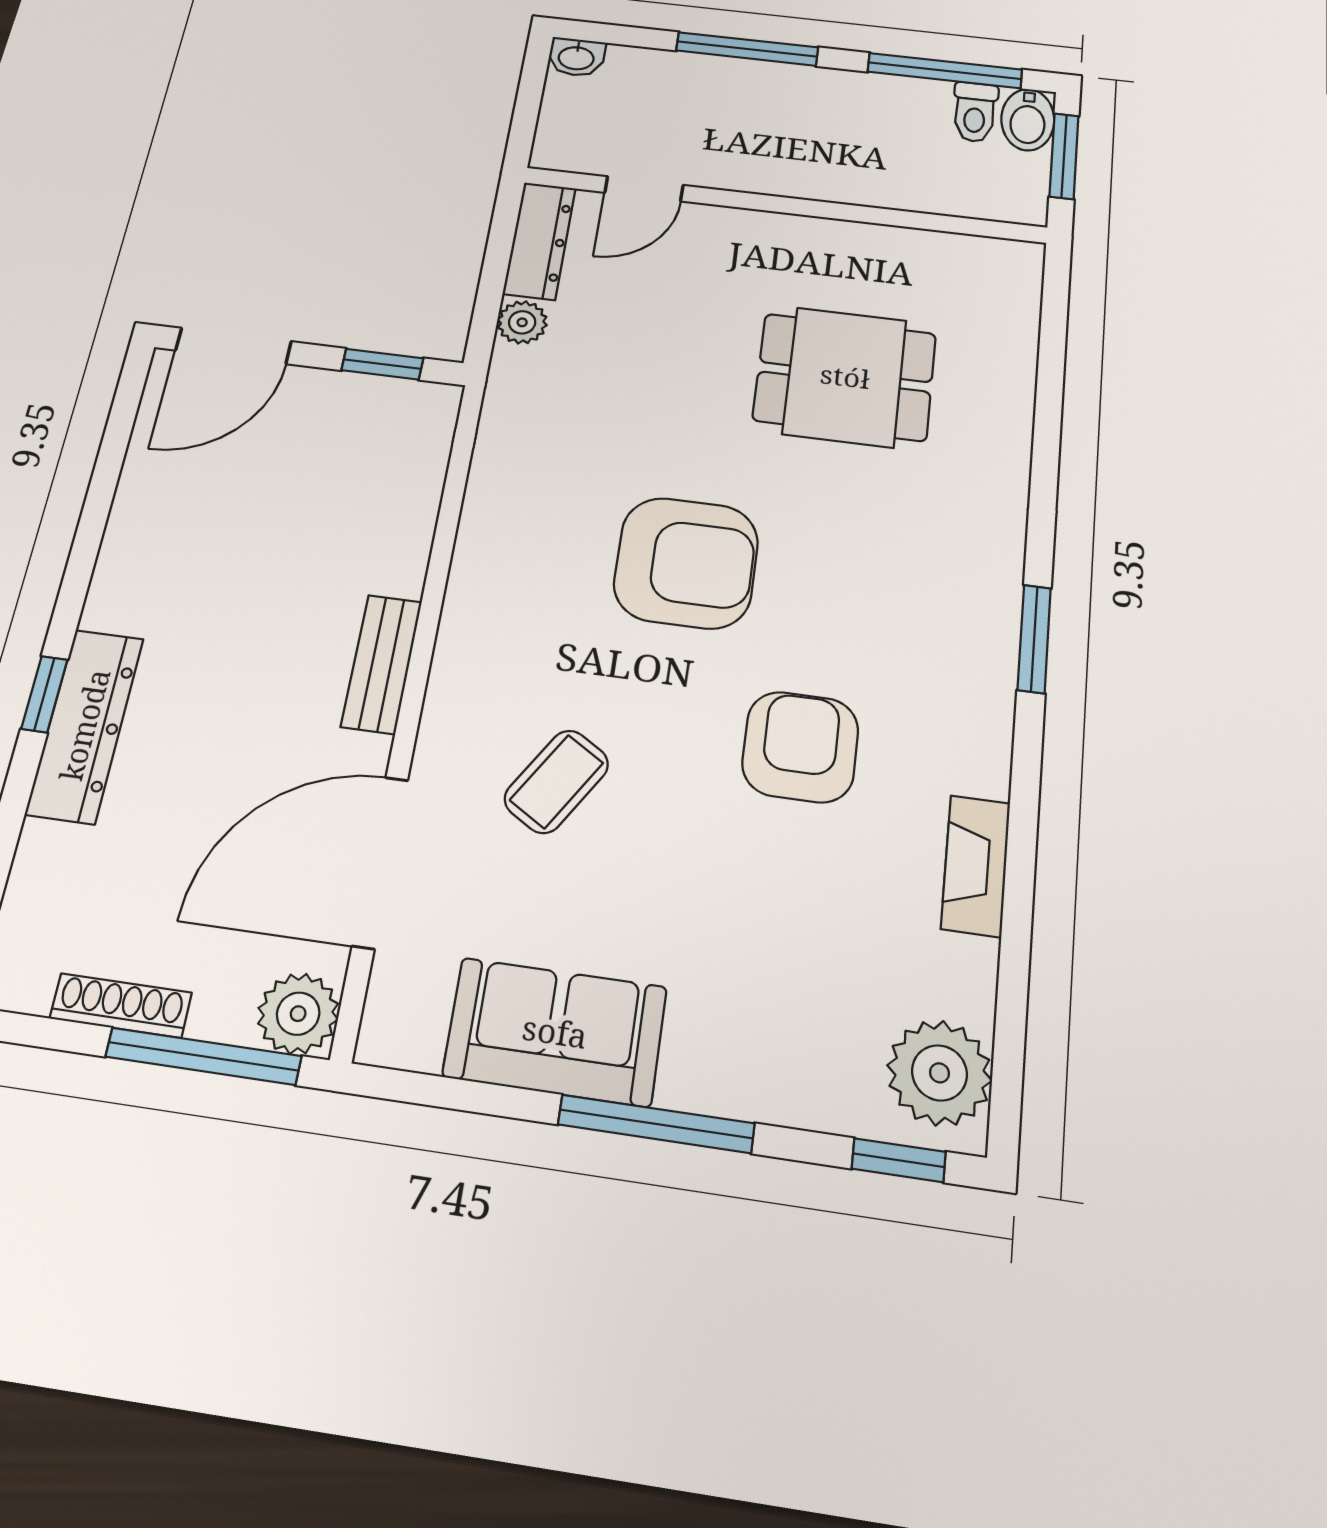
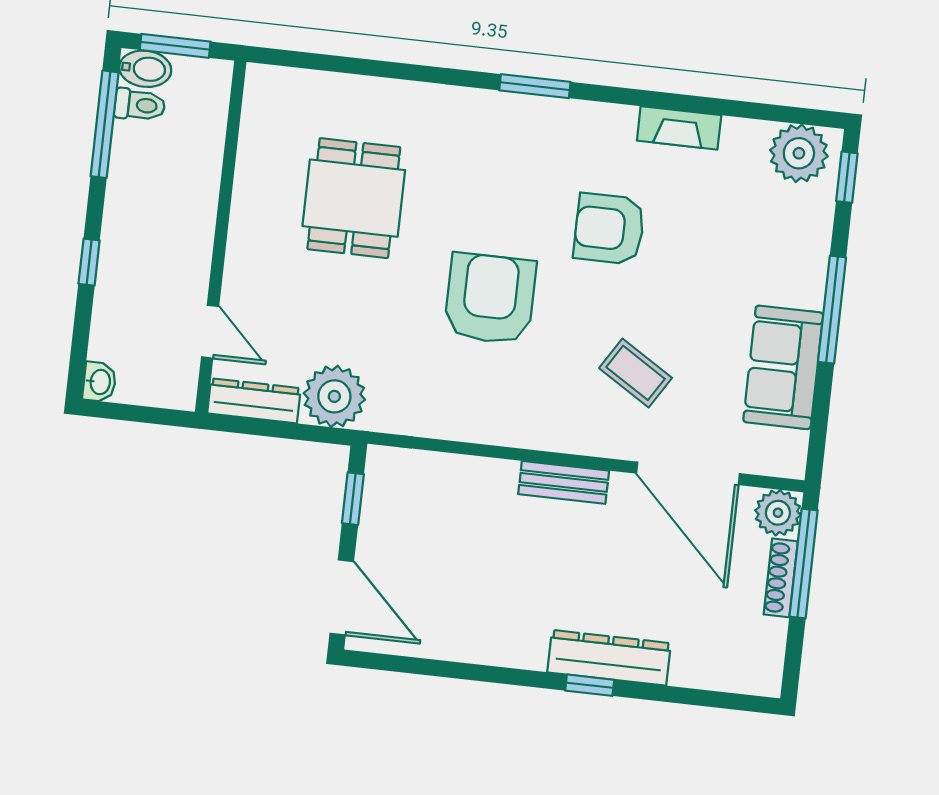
window: (747, 49) -> (89, 262), width x0.46
plant: (522, 322) -> (334, 396), width x1.88, depth x1.88
shoe rack: (121, 1006) -> (781, 578), moved

